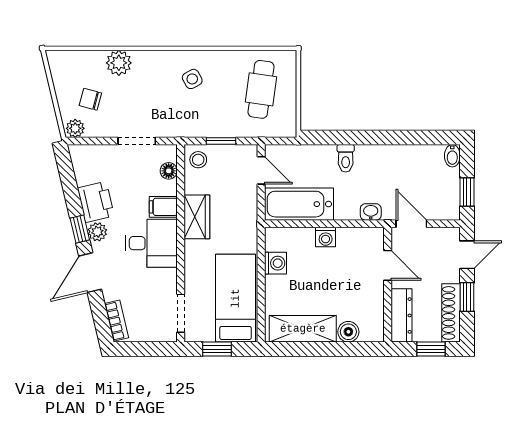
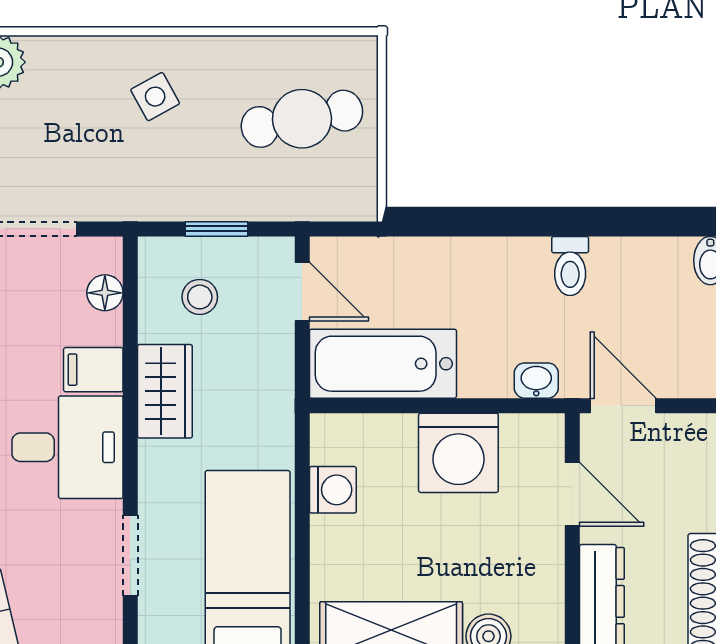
cafe table: (261, 89) -> (302, 119), turned 71
toilet: (346, 158) -> (570, 266), moved
stool: (198, 160) -> (200, 297), moved
washing machine: (326, 237) -> (458, 453), width x1.89, depth x1.89
doorway: (181, 313) -> (130, 555), moved

